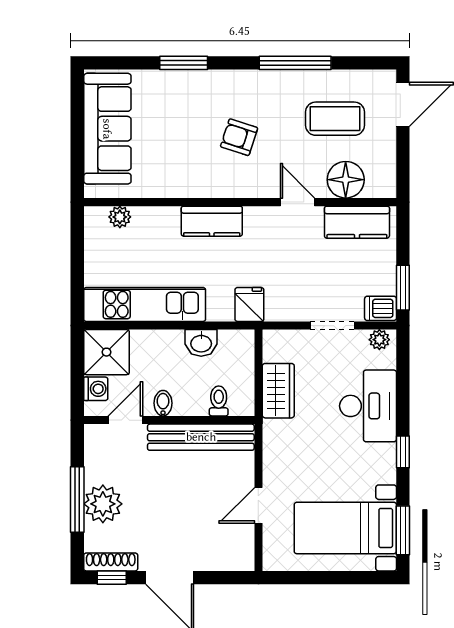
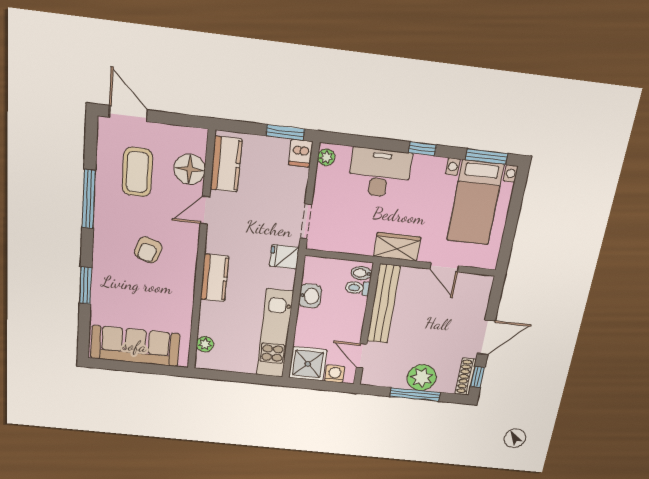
doorway: (332, 326) -> (306, 221), moved
wardrobe: (278, 391) -> (397, 247), moved
bidet: (163, 403) -> (362, 273), moved

